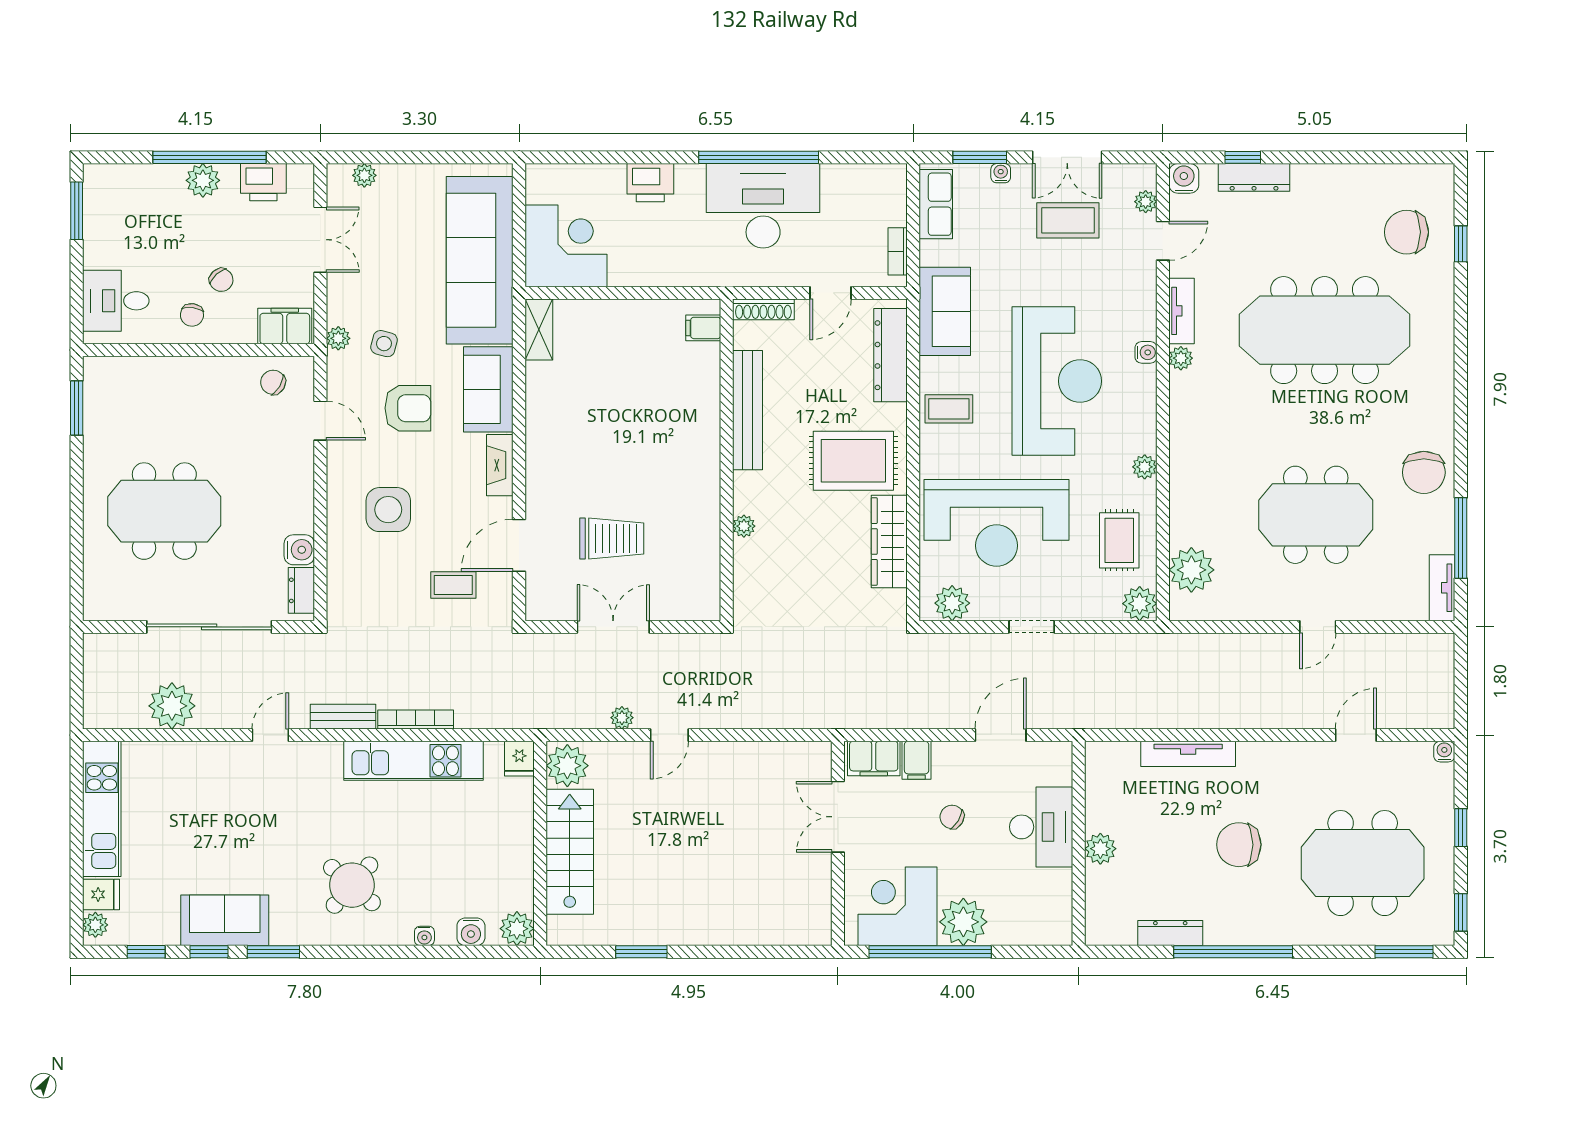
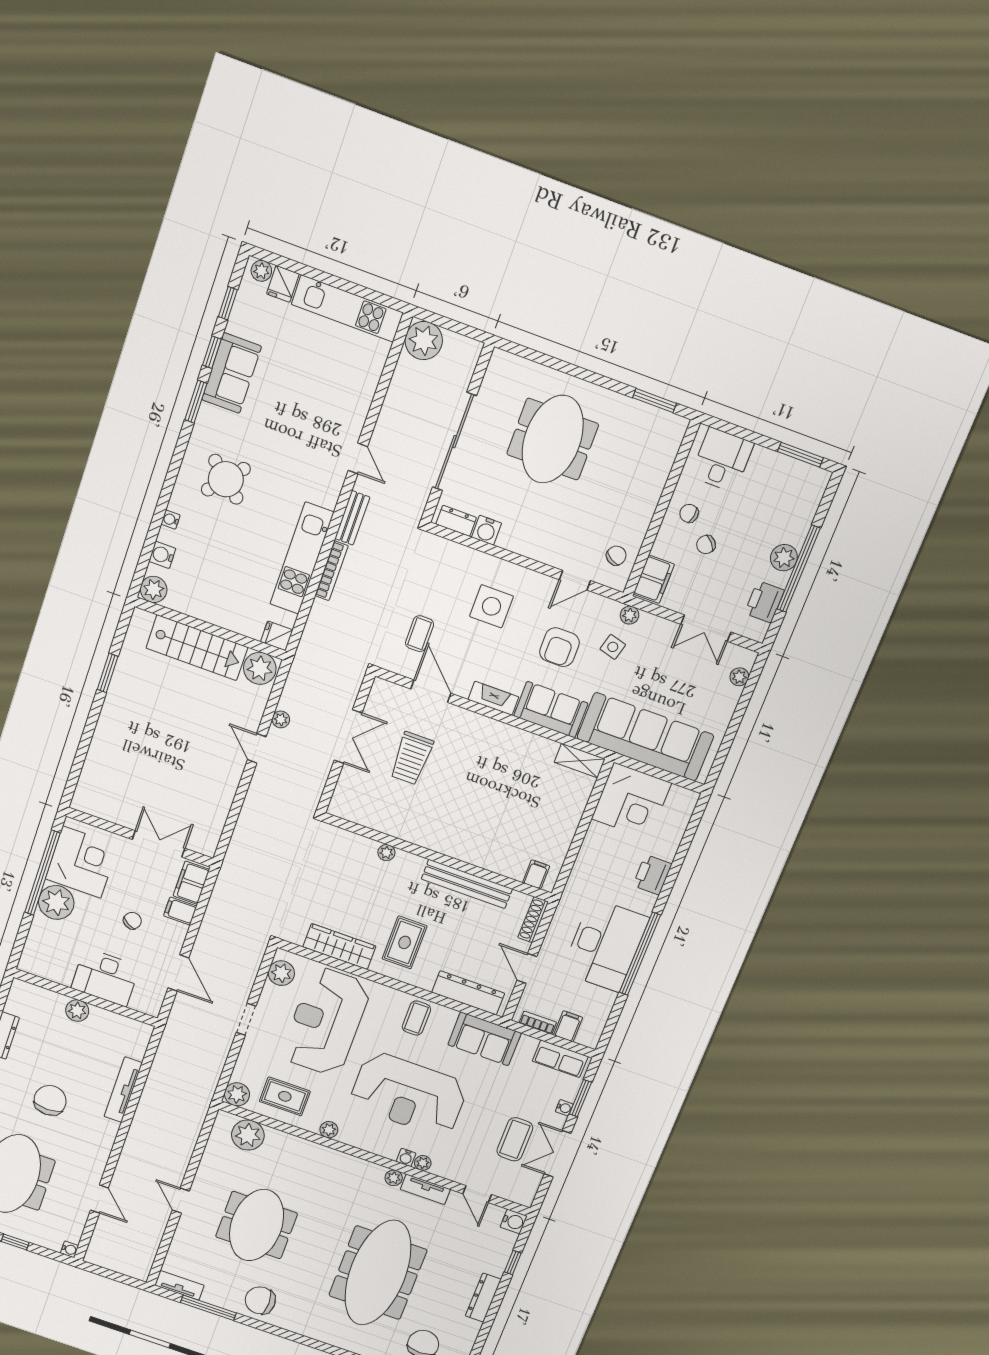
dresser: (1254, 177) -> (483, 1298), moved
plant: (1146, 202) -> (423, 1163), moved
filing cabinet: (888, 211) -> (568, 1026), added
rug: (853, 461) -> (405, 942), width x0.73, depth x0.70
plant: (172, 706) -> (424, 341), moved

